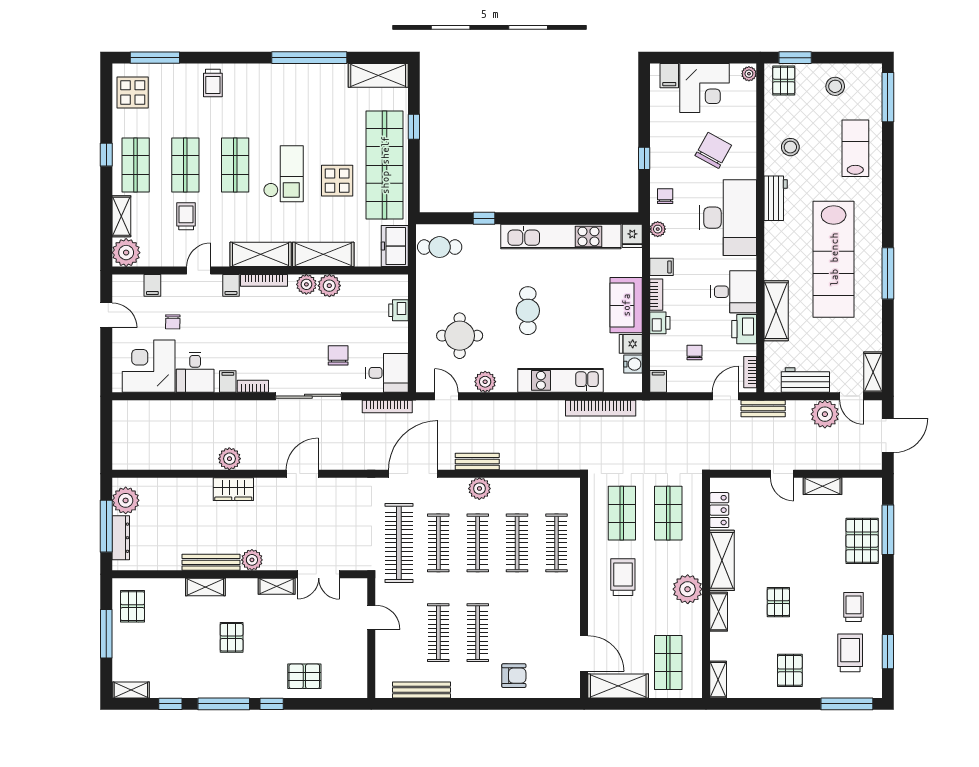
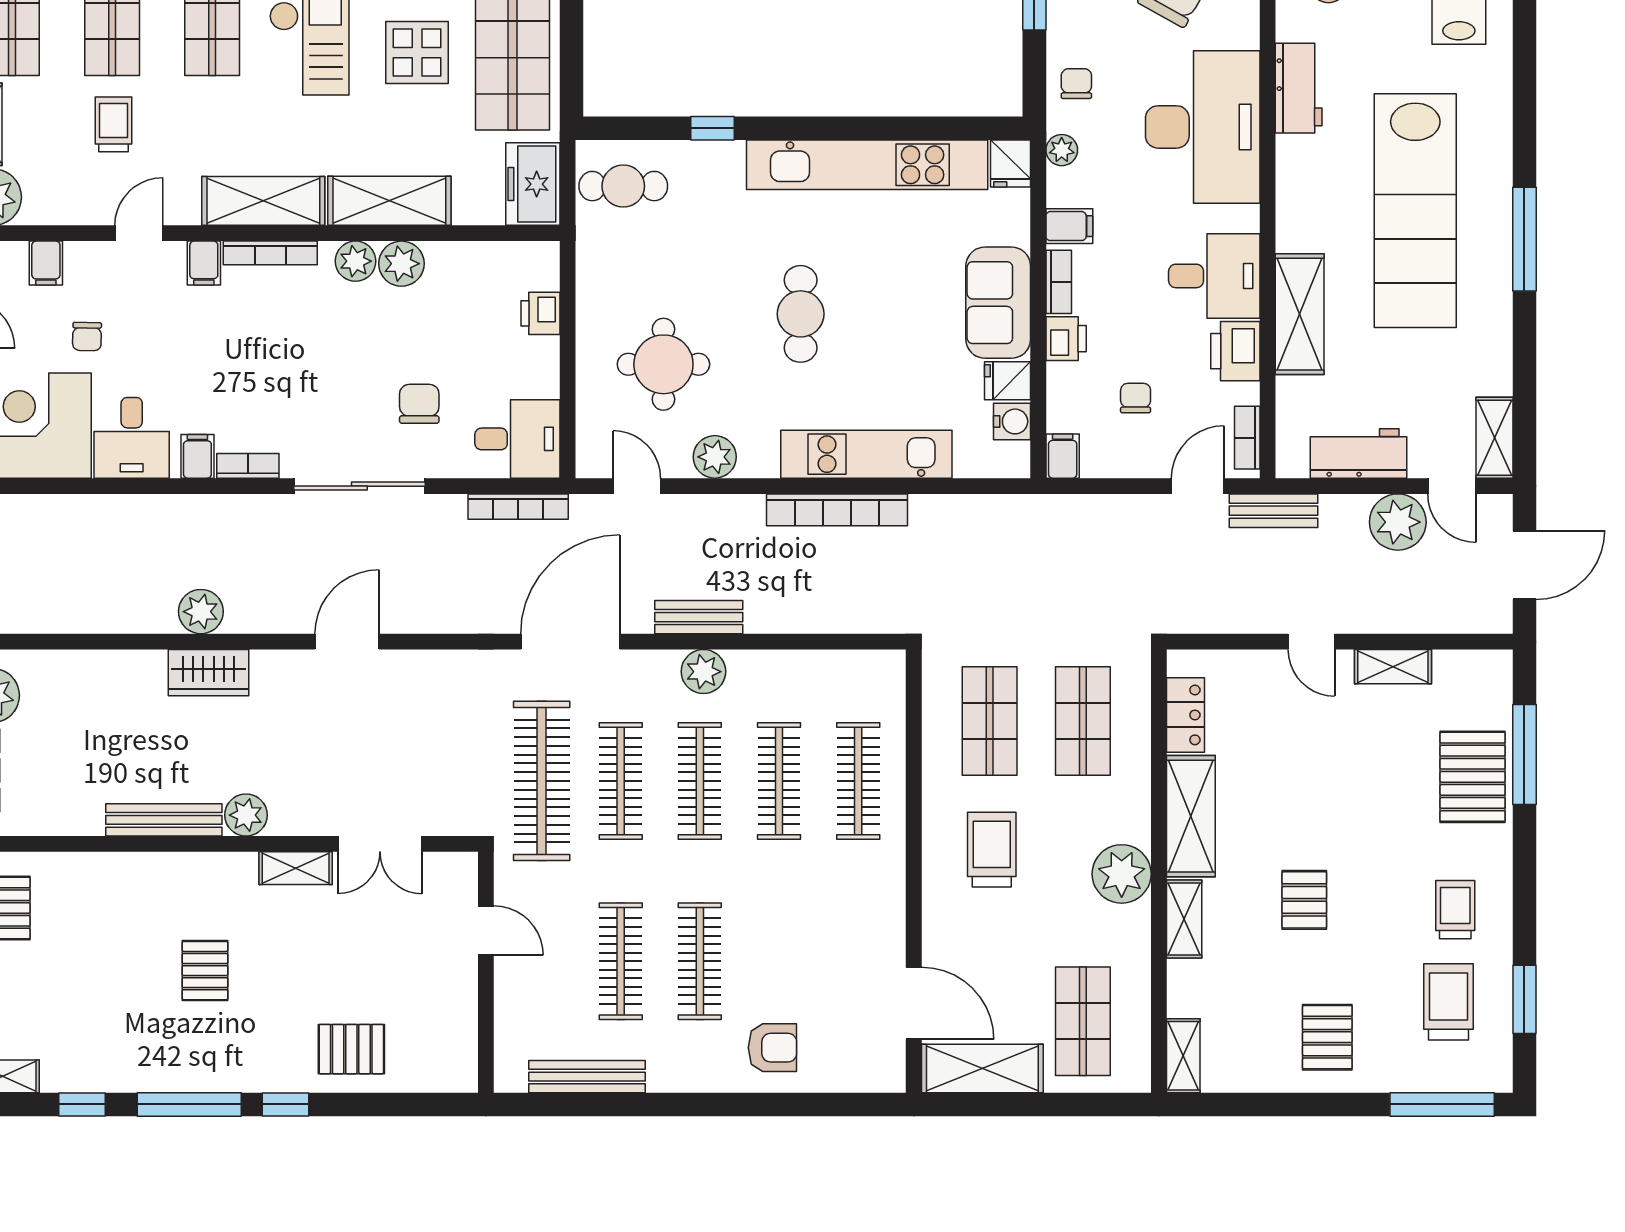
bookcase: (601, 408) -> (837, 510), moved
shelving: (205, 587) -> (152, 870), removed

